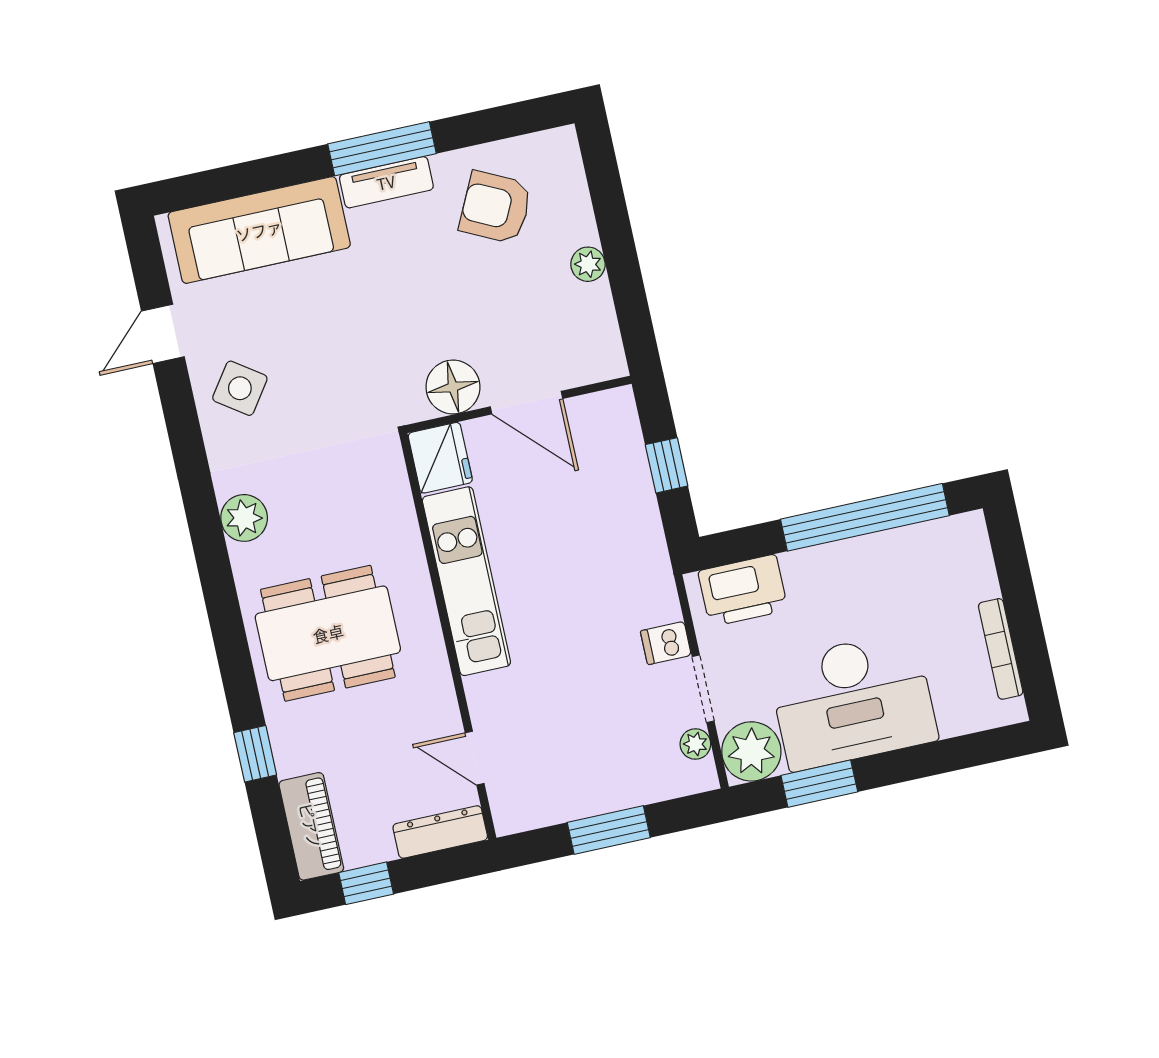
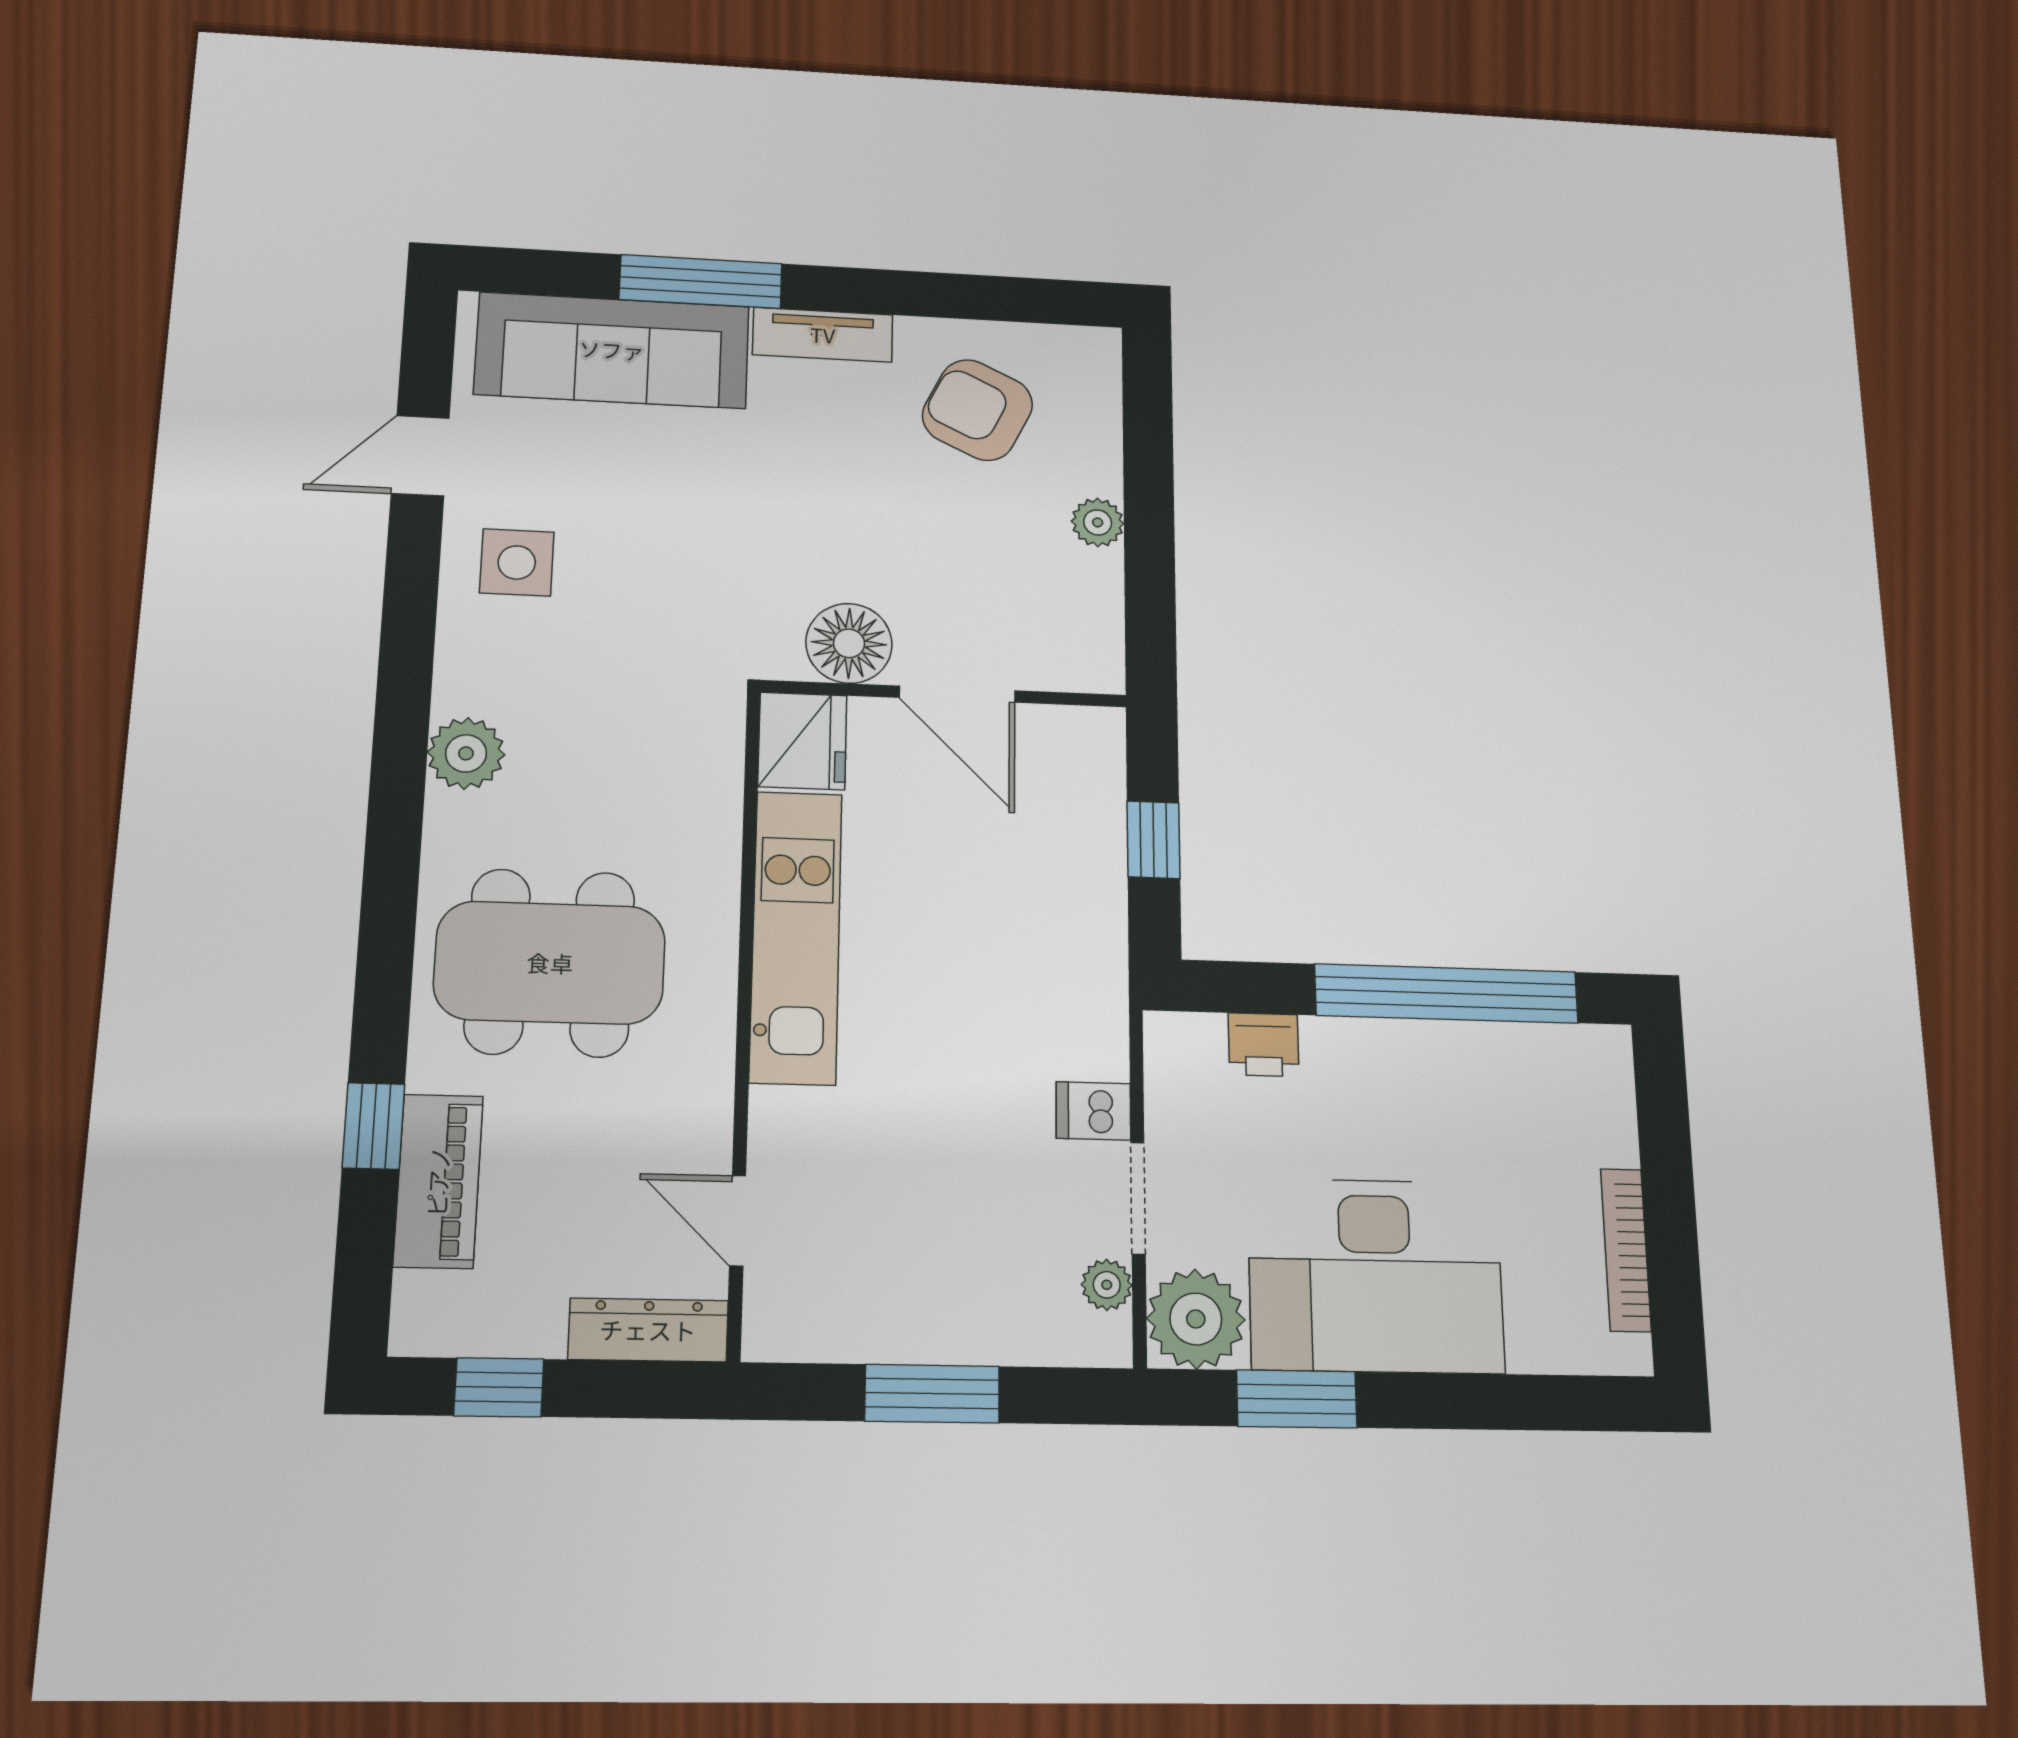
window: (382, 149) -> (701, 282), moved
side table: (240, 388) -> (517, 562), turned -35
printer: (743, 591) -> (1264, 1045), width x0.53, depth x0.68
piano: (311, 826) -> (438, 1181), moved

